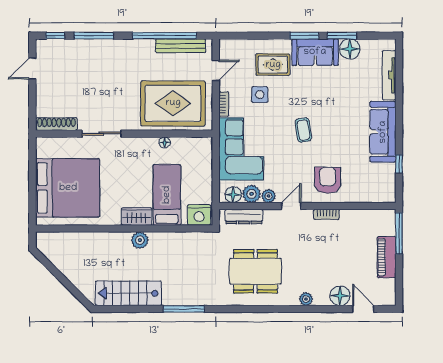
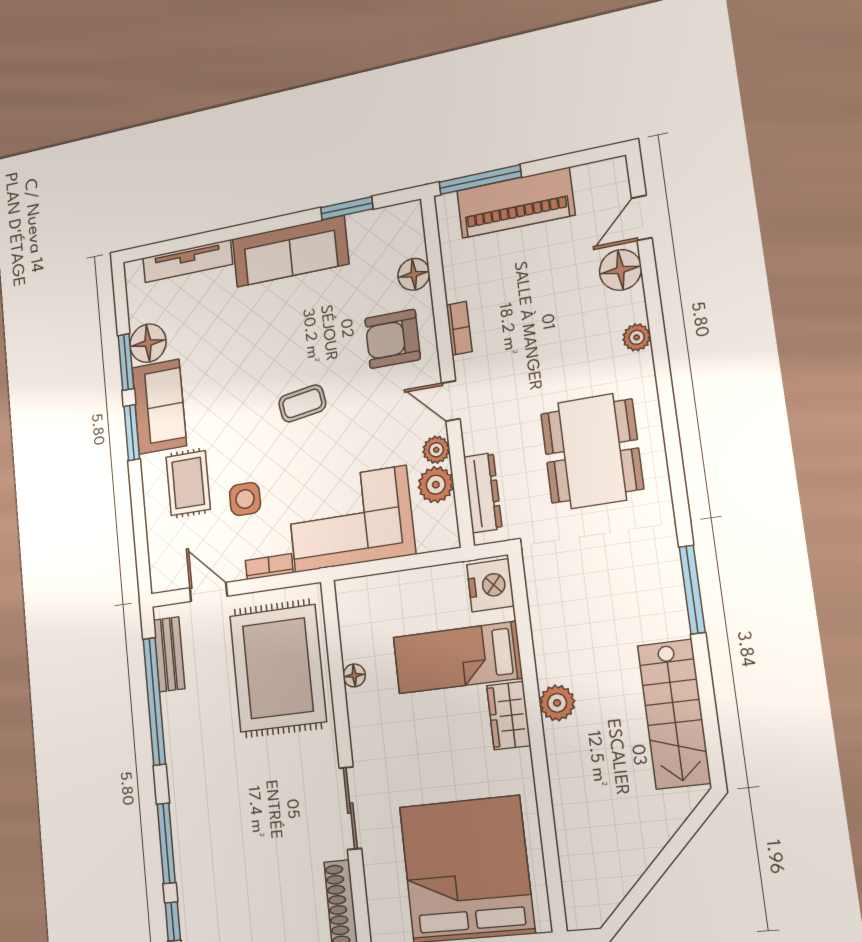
bench: (181, 46) -> (169, 654), width x0.73
window: (399, 164) -> (347, 208), width x1.50
floor lamp: (233, 195) -> (414, 274), moved
piano: (387, 257) -> (515, 203), width x1.37, depth x1.33

